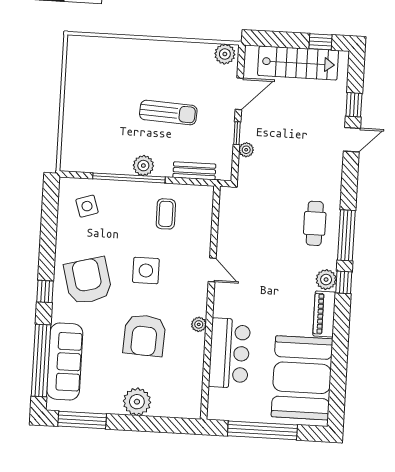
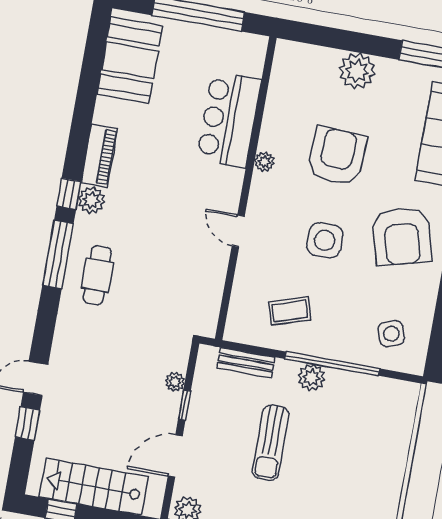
sun lounger: (168, 113) -> (271, 443), turned -93
coffee table: (166, 214) -> (290, 311), turned 72
booth: (302, 378) -> (130, 60), width x0.73, depth x0.70

